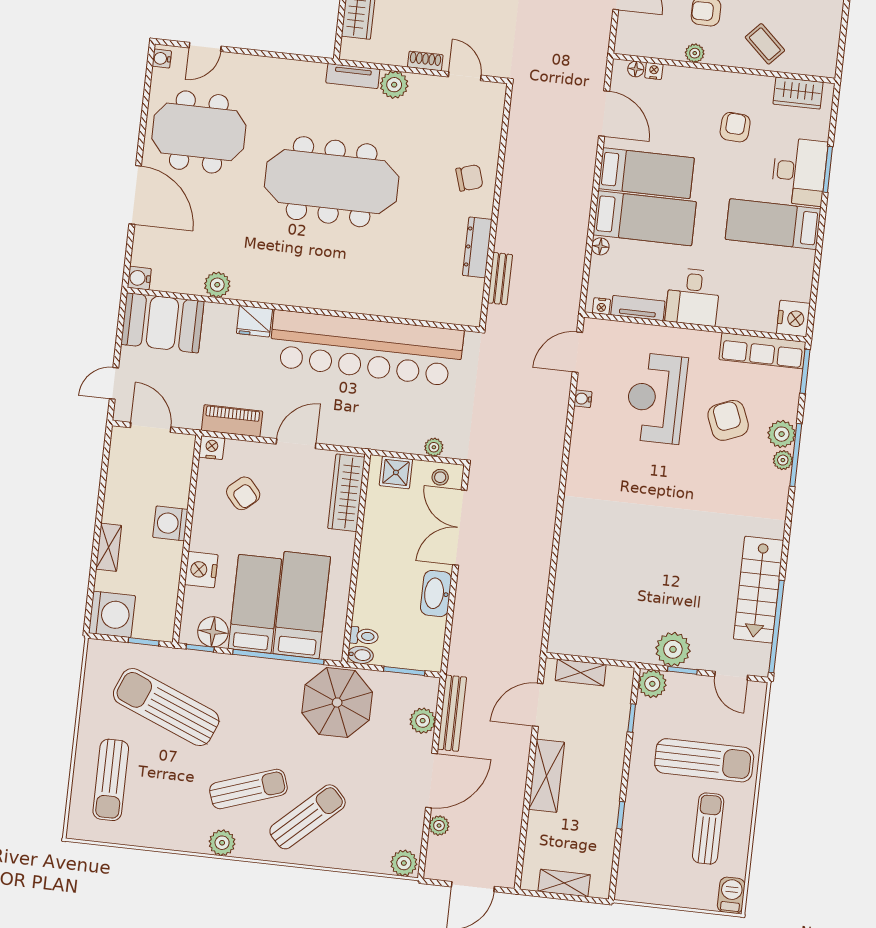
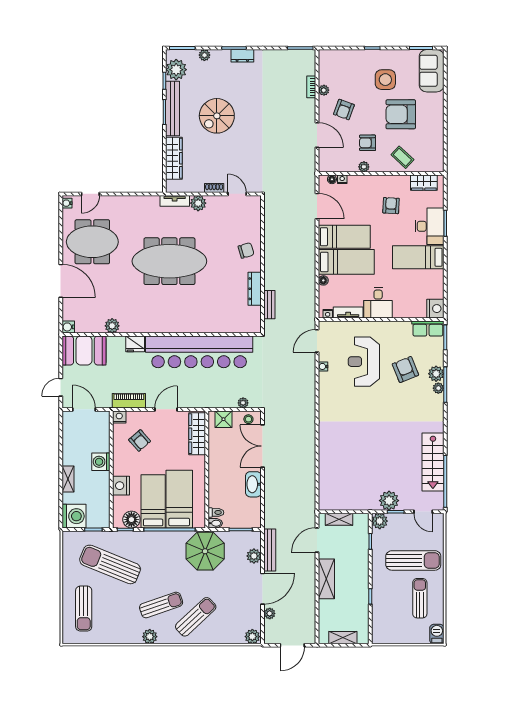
row of seats: (762, 351) -> (428, 328), width x0.68

